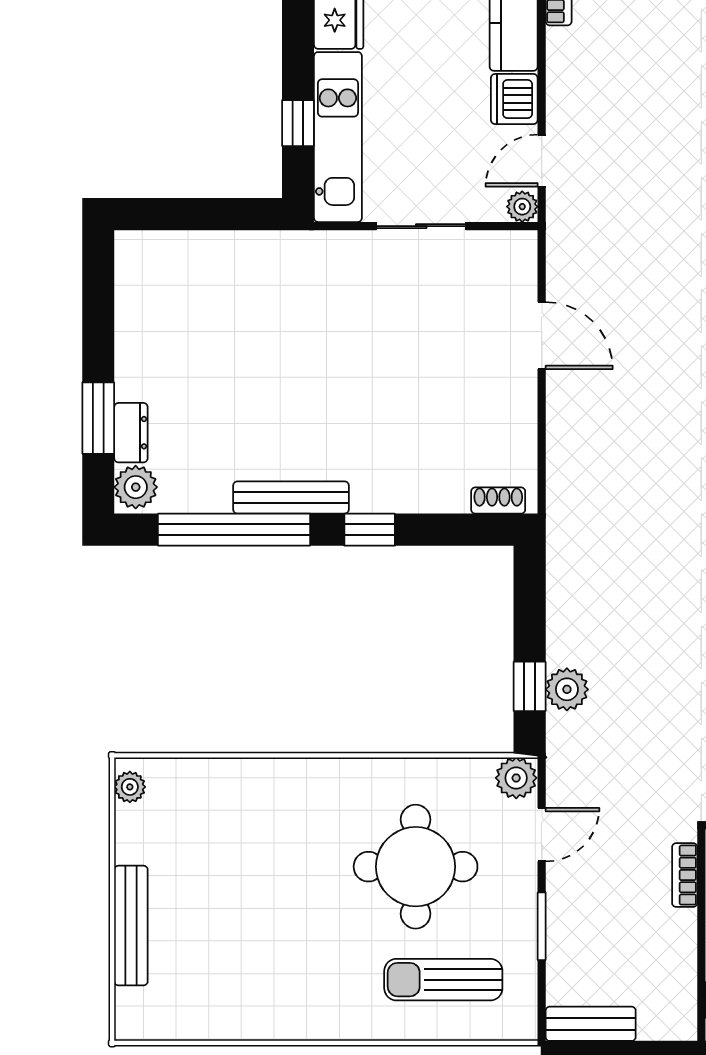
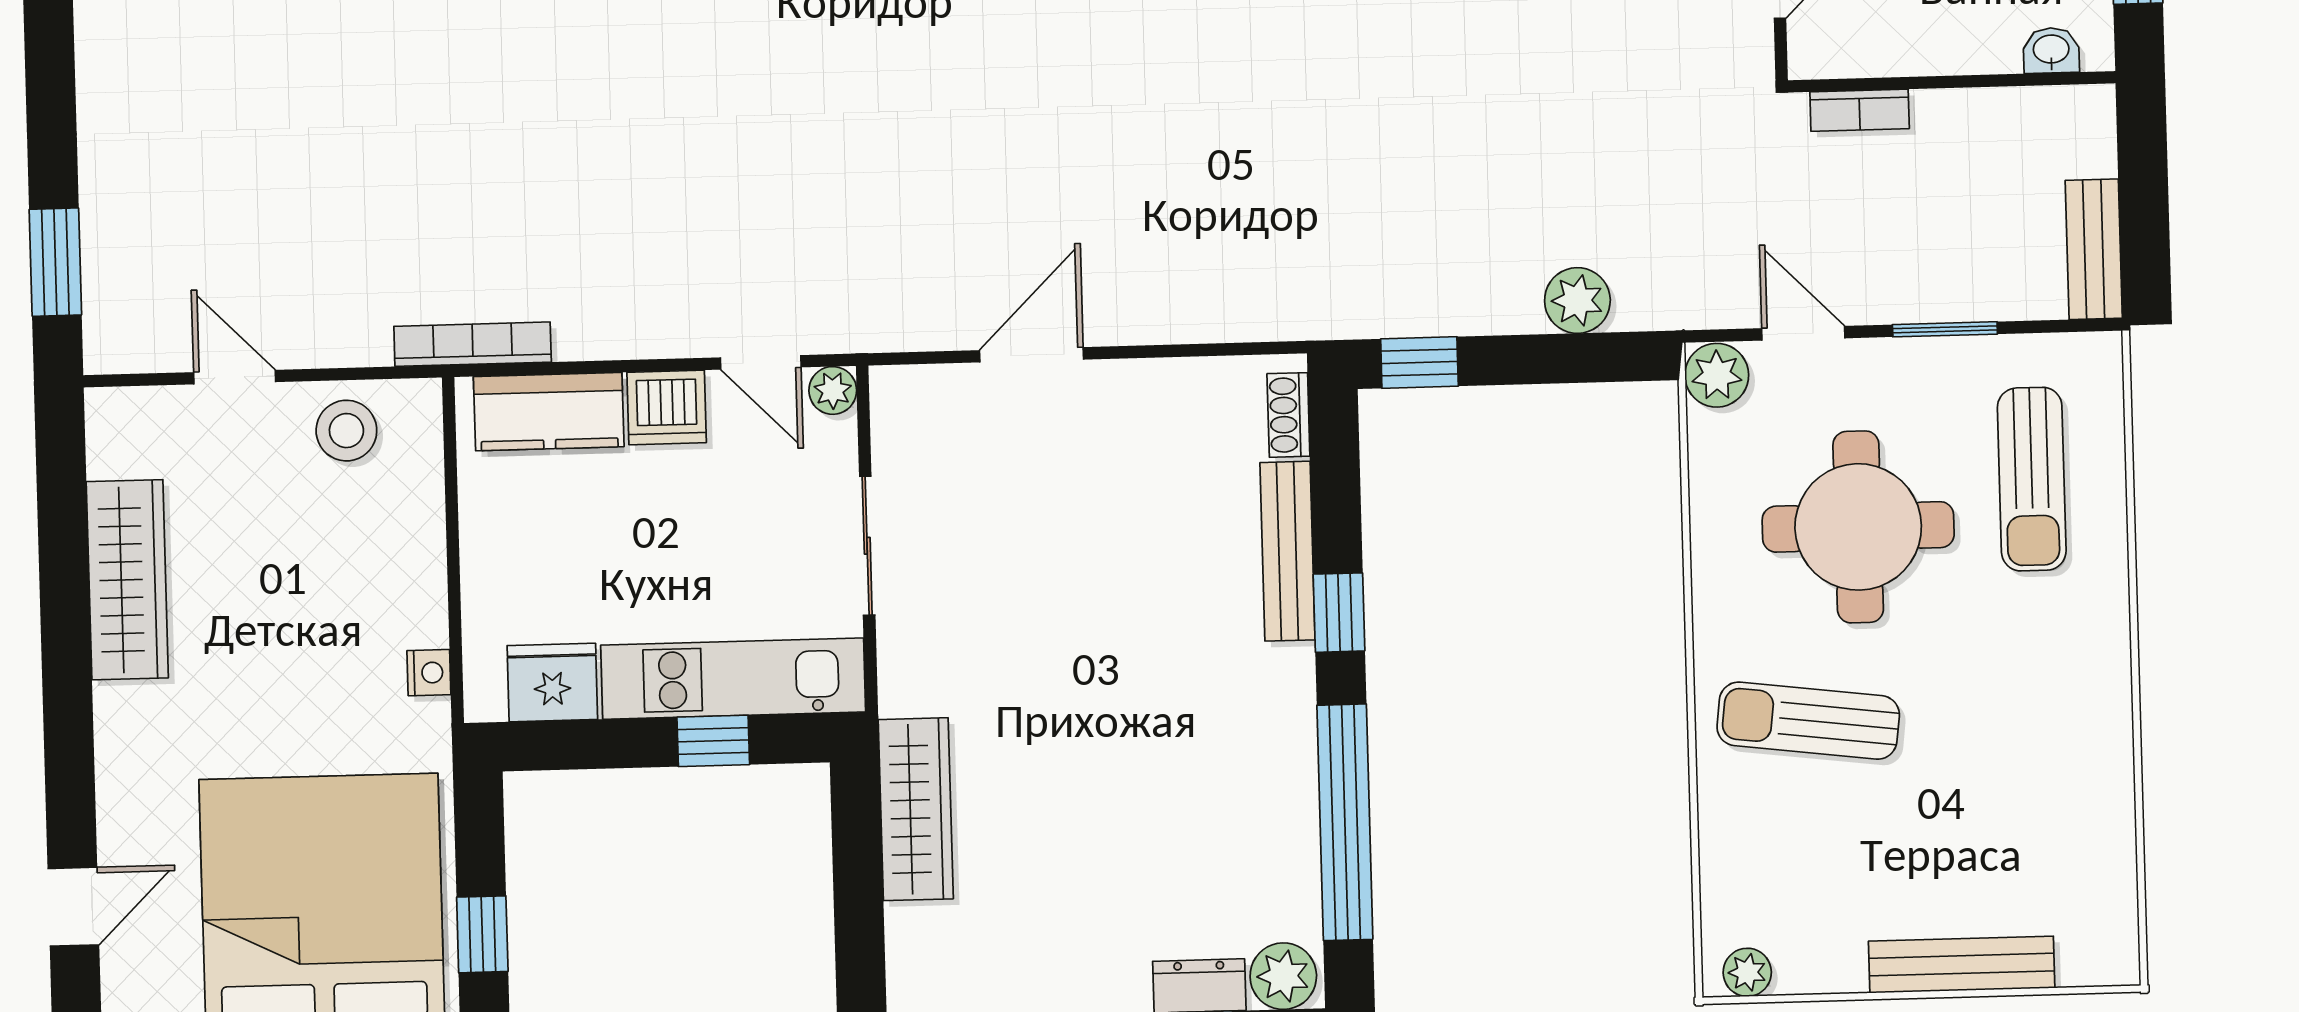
wardrobe: (250, 253) -> (916, 809), added
bench: (291, 497) -> (1287, 551), moved
window: (530, 686) -> (1419, 363), moved
sun lounger: (291, 831) -> (1808, 721), added

